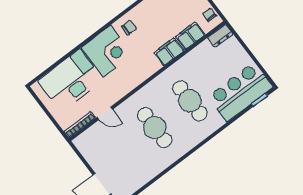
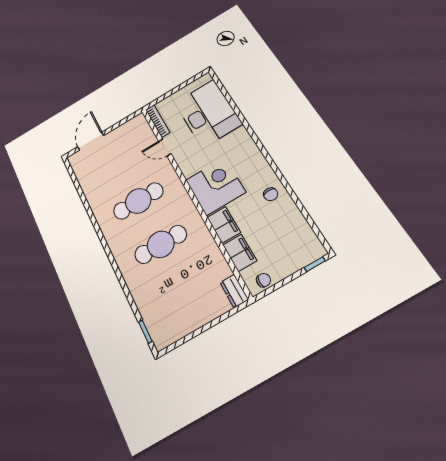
chair: (129, 28) -> (271, 194), moved
corner desk: (107, 51) -> (215, 186), moved, turned 180
bar counter: (240, 92) -> (160, 308), removed
door: (105, 113) -> (165, 147), hinge flipped

